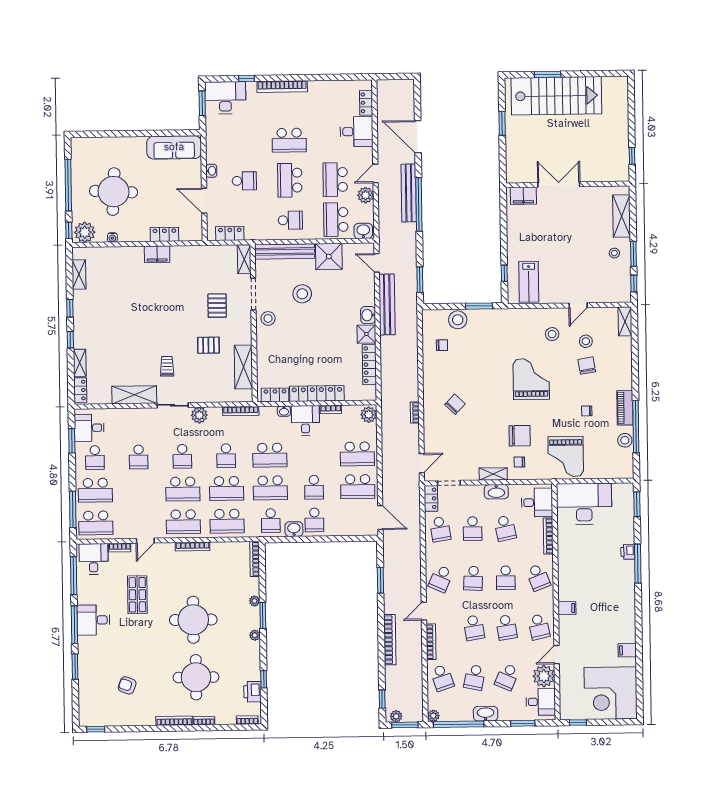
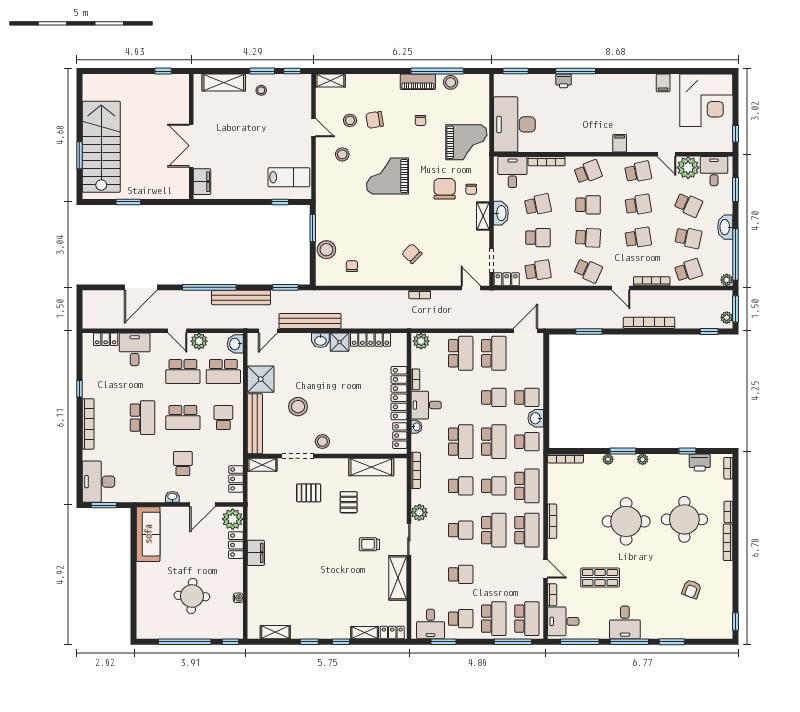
window: (246, 79) -> (79, 389), moved
round table: (113, 192) -> (192, 596), width x0.73, depth x0.73
bench: (409, 193) -> (241, 298), moved
plant: (85, 232) -> (233, 519), moved
school desk: (227, 488) -> (494, 486), width x0.54

